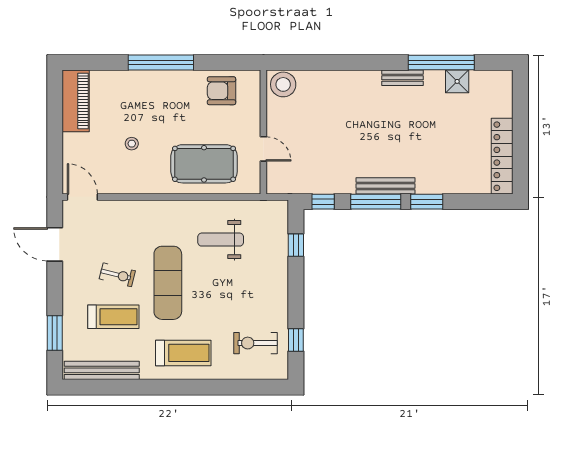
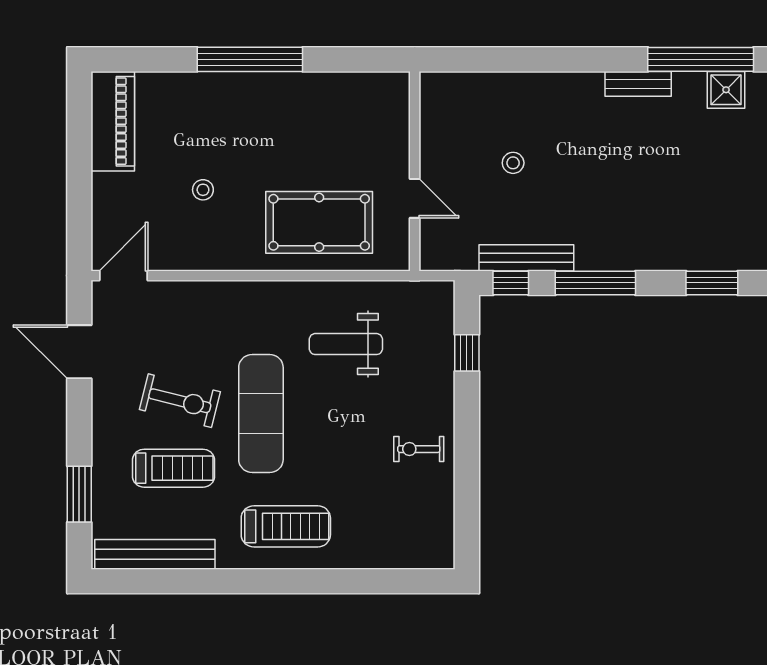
stool: (283, 84) -> (513, 163), moved, width x0.53, depth x0.53
armchair: (222, 91) -> (347, 105), removed
bench: (385, 186) -> (526, 258), moved
door: (82, 197) -> (124, 276), hinge flipped
window: (427, 202) -> (712, 283), moved
exercise bike: (117, 275) -> (180, 401), width x1.38, depth x1.39
window: (296, 340) -> (467, 505), removed
exercise bike: (255, 343) -> (419, 449), moved, width x0.73, depth x0.72

